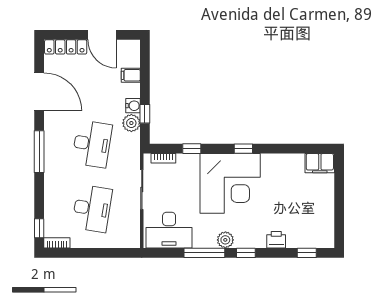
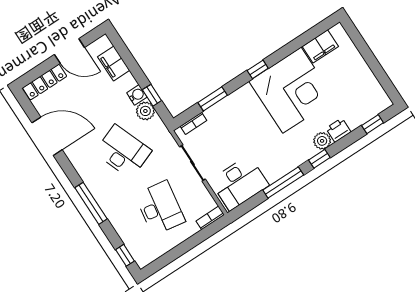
filing cabinet: (131, 75) -> (114, 63), width x2.00
desk: (92, 144) -> (123, 152), turned -30
window: (192, 149) -> (213, 99), width x1.50
window: (39, 152) -> (91, 203), moved
filing cabinet: (320, 163) -> (320, 46), moved
corner desk: (230, 183) -> (292, 90), moved
plant: (225, 240) -> (322, 141), moved
bookcase: (57, 243) -> (210, 218), moved

